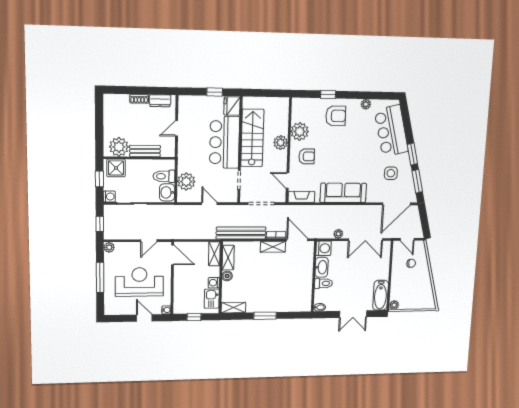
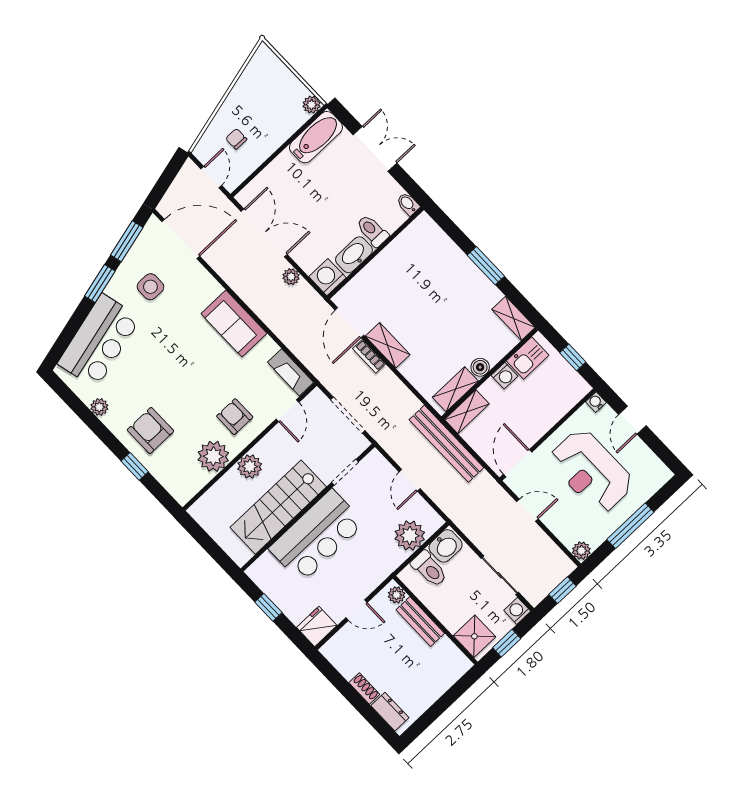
dresser: (160, 101) -> (390, 712), moved
fridge: (232, 106) -> (317, 626), moved, turned 180
plant: (119, 147) -> (397, 595), moved, width x0.53, depth x0.53
sofa: (343, 193) -> (234, 323), width x0.73
bench: (241, 233) -> (446, 444), moved

